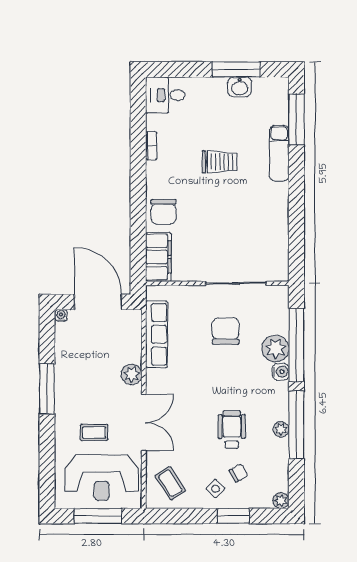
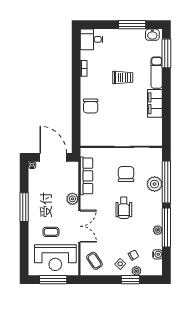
washbasin: (240, 87) -> (152, 35), moved
filing cabinet: (158, 257) -> (155, 103), moved, turned 180
water cooler: (281, 372) -> (157, 254), moved
wheelchair: (232, 430) -> (124, 208), moved, turned 180
plant: (281, 501) -> (136, 271), moved

